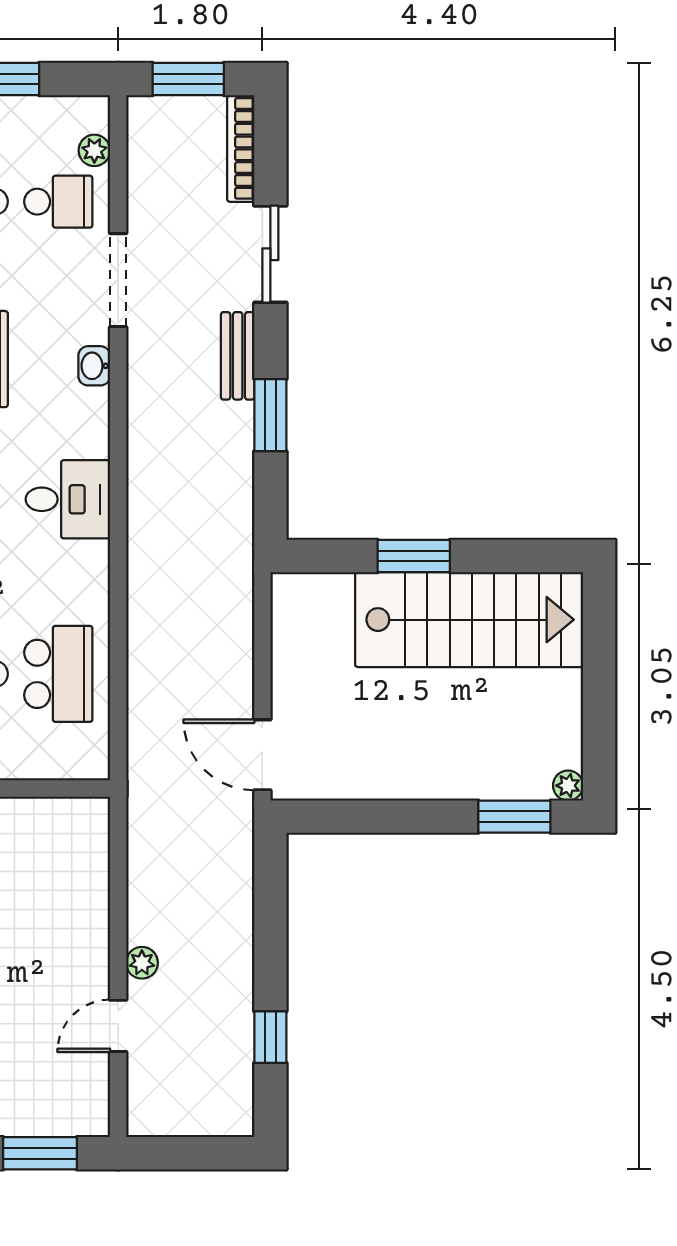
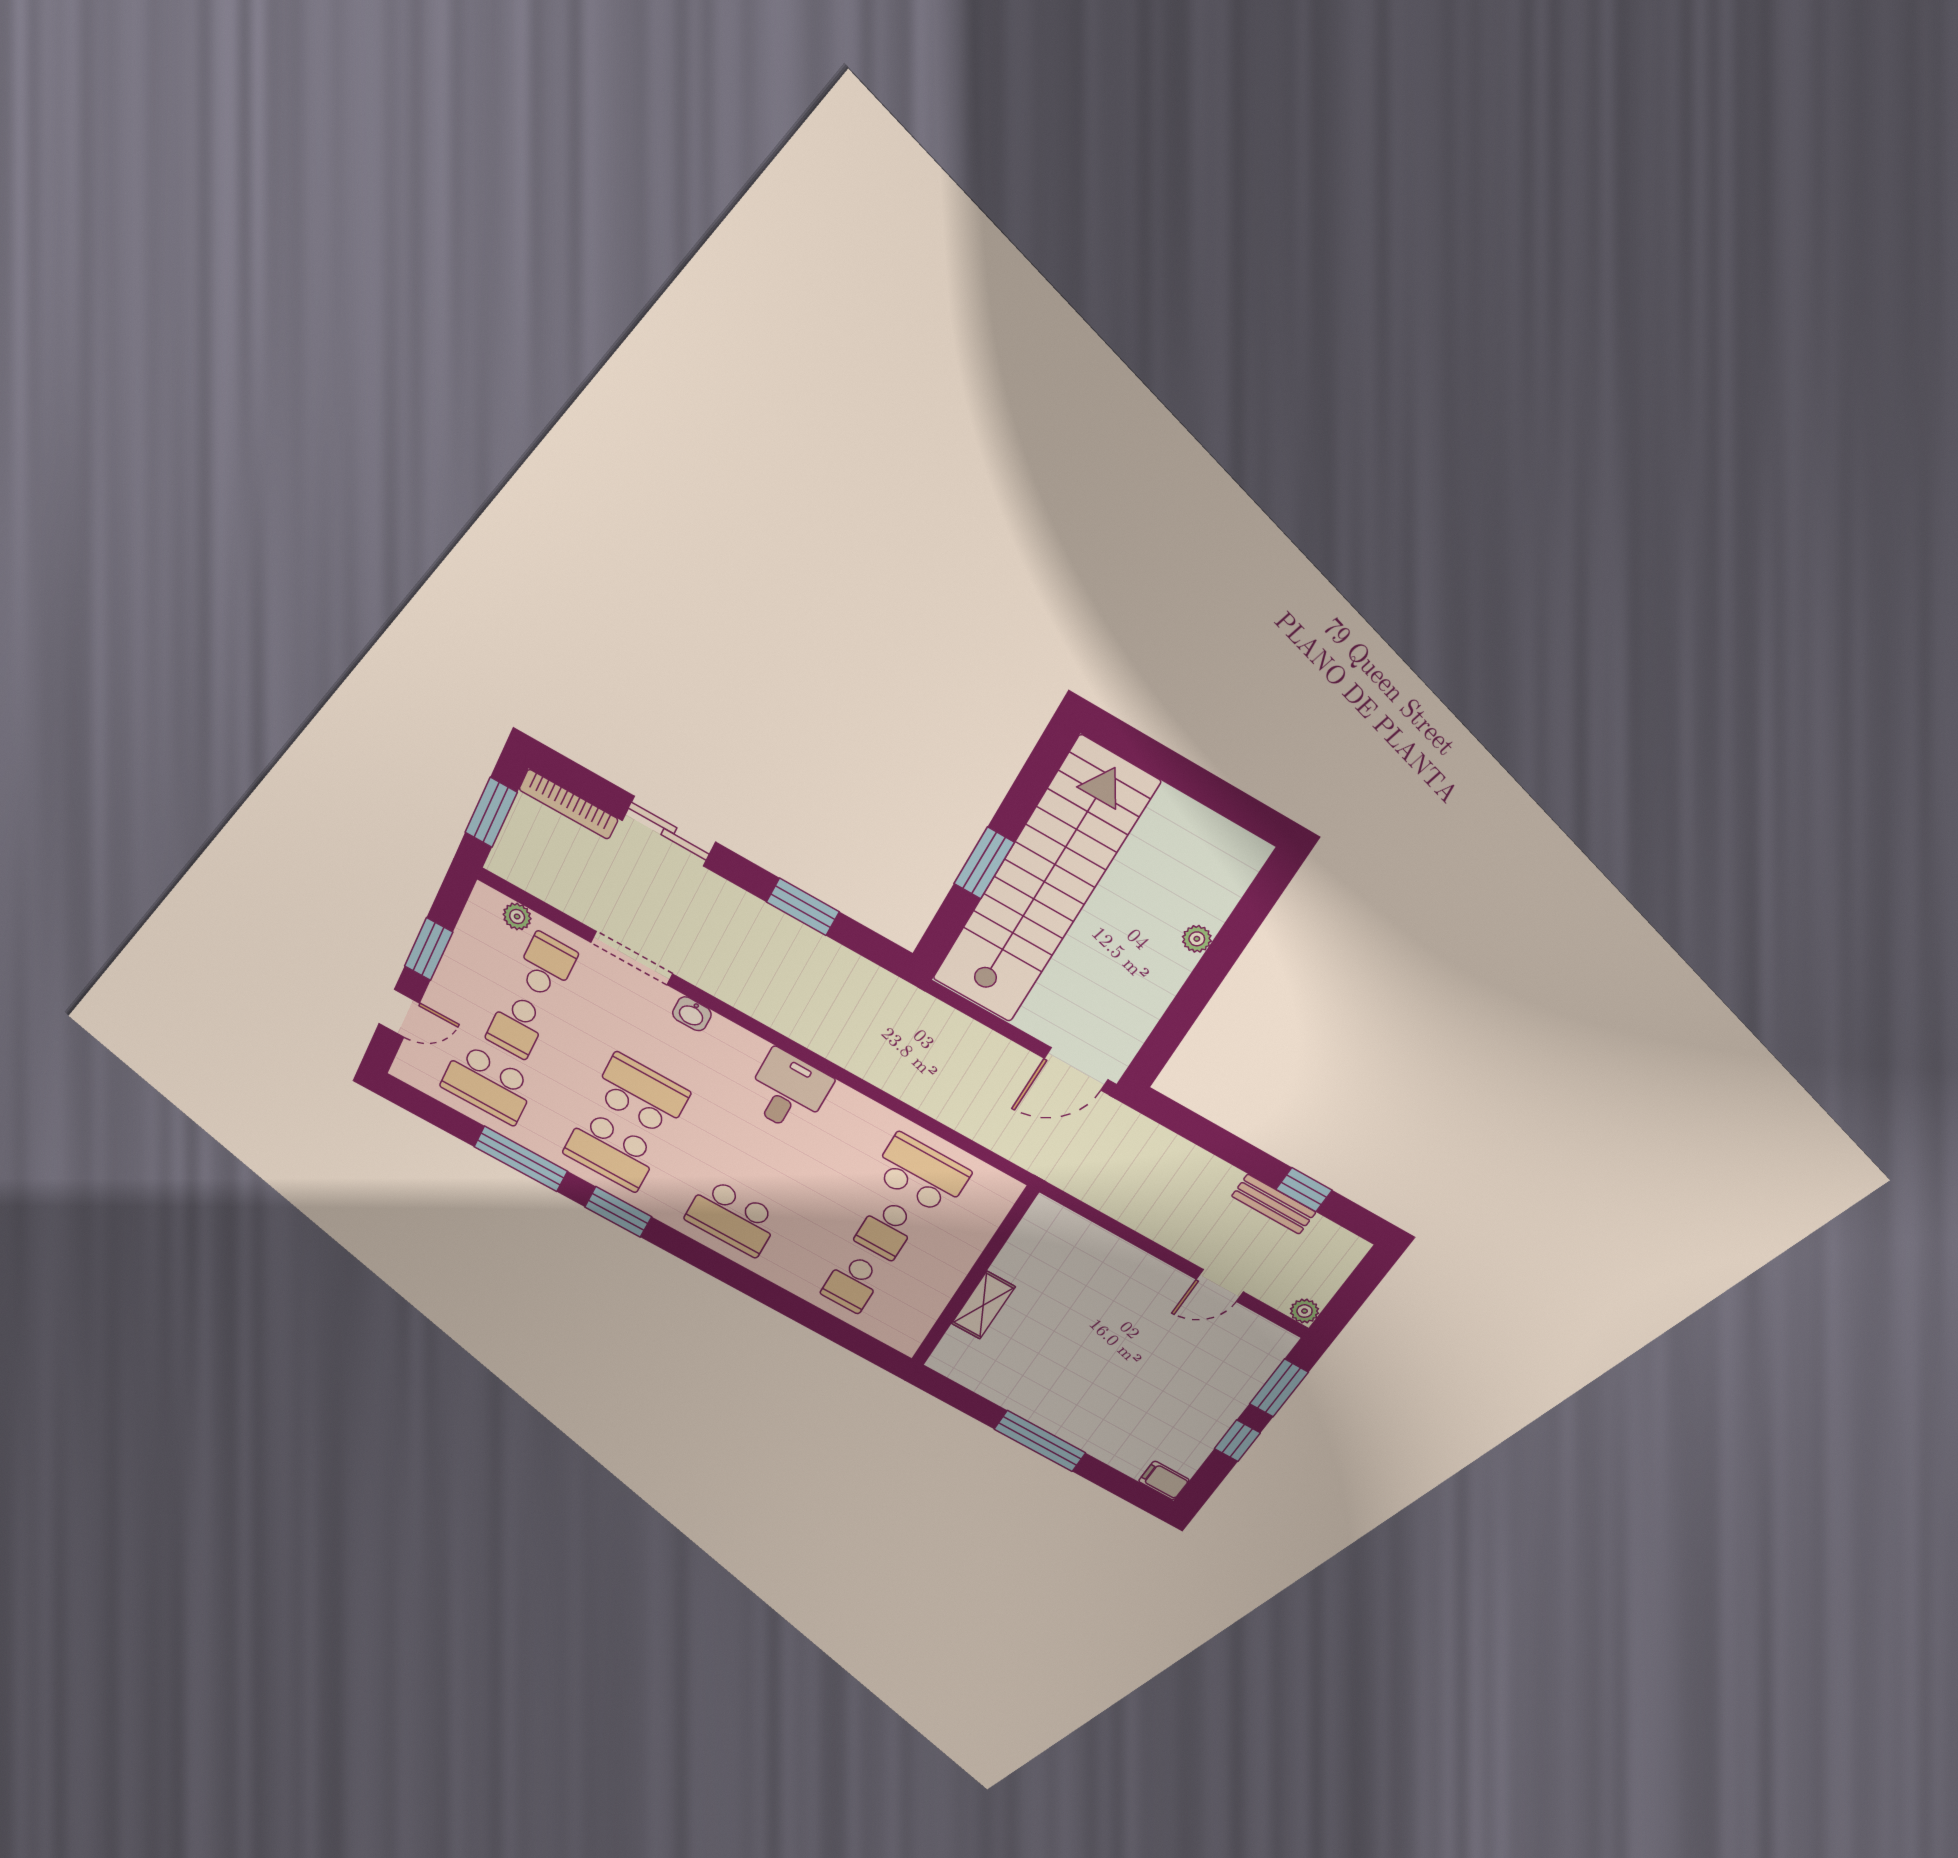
bench: (238, 356) -> (1274, 1204), moved
stairs: (469, 620) -> (1044, 883), width x1.36
plant: (568, 786) -> (1197, 939), moved
window: (514, 817) -> (1252, 910), removed
plant: (142, 963) -> (1305, 1311), moved
door: (118, 1026) -> (1220, 1286), hinge flipped

